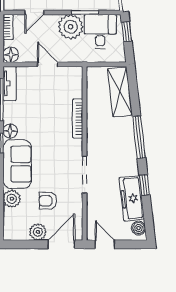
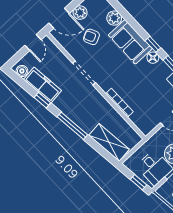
armchair: (48, 201) -> (91, 37), turned -116
door: (61, 244) -> (59, 18), hinge flipped
door: (105, 244) -> (33, 43), hinge flipped

